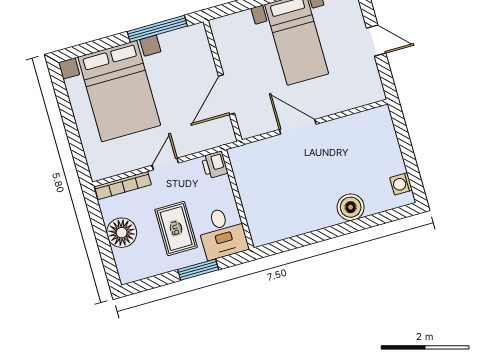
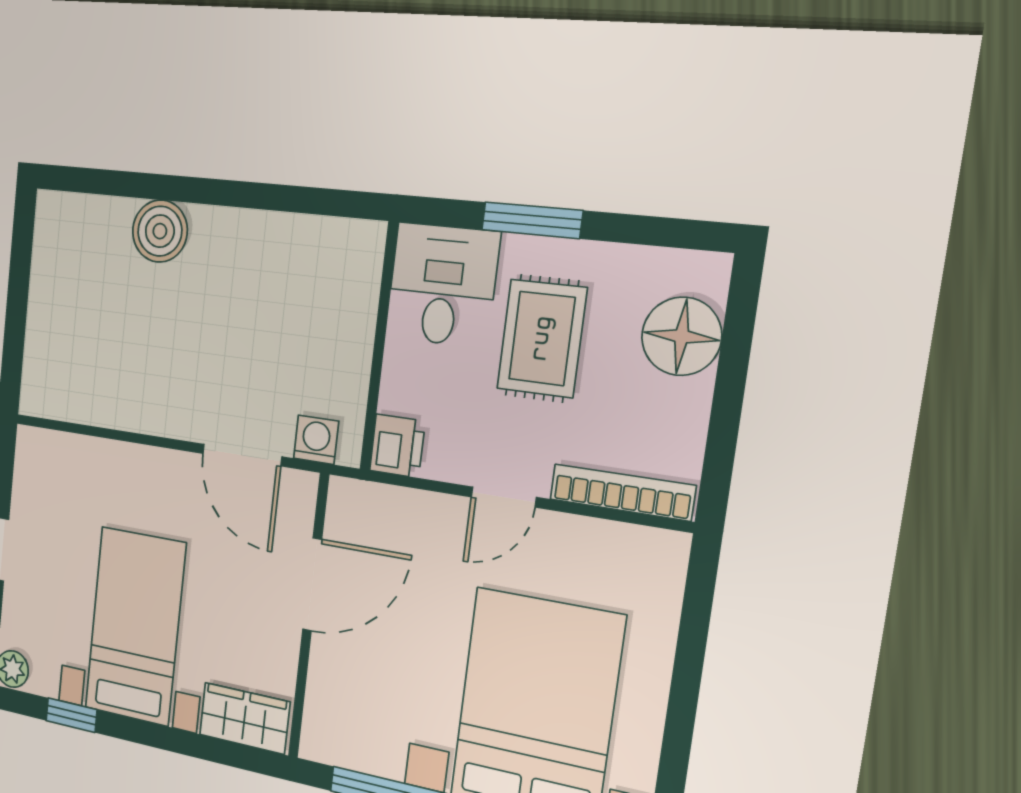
wardrobe: (233, 26) -> (244, 718), added
door: (298, 127) -> (242, 455), moved
washing machine: (401, 184) -> (316, 440), moved, turned -90
floor lamp: (122, 233) -> (682, 336), moved

